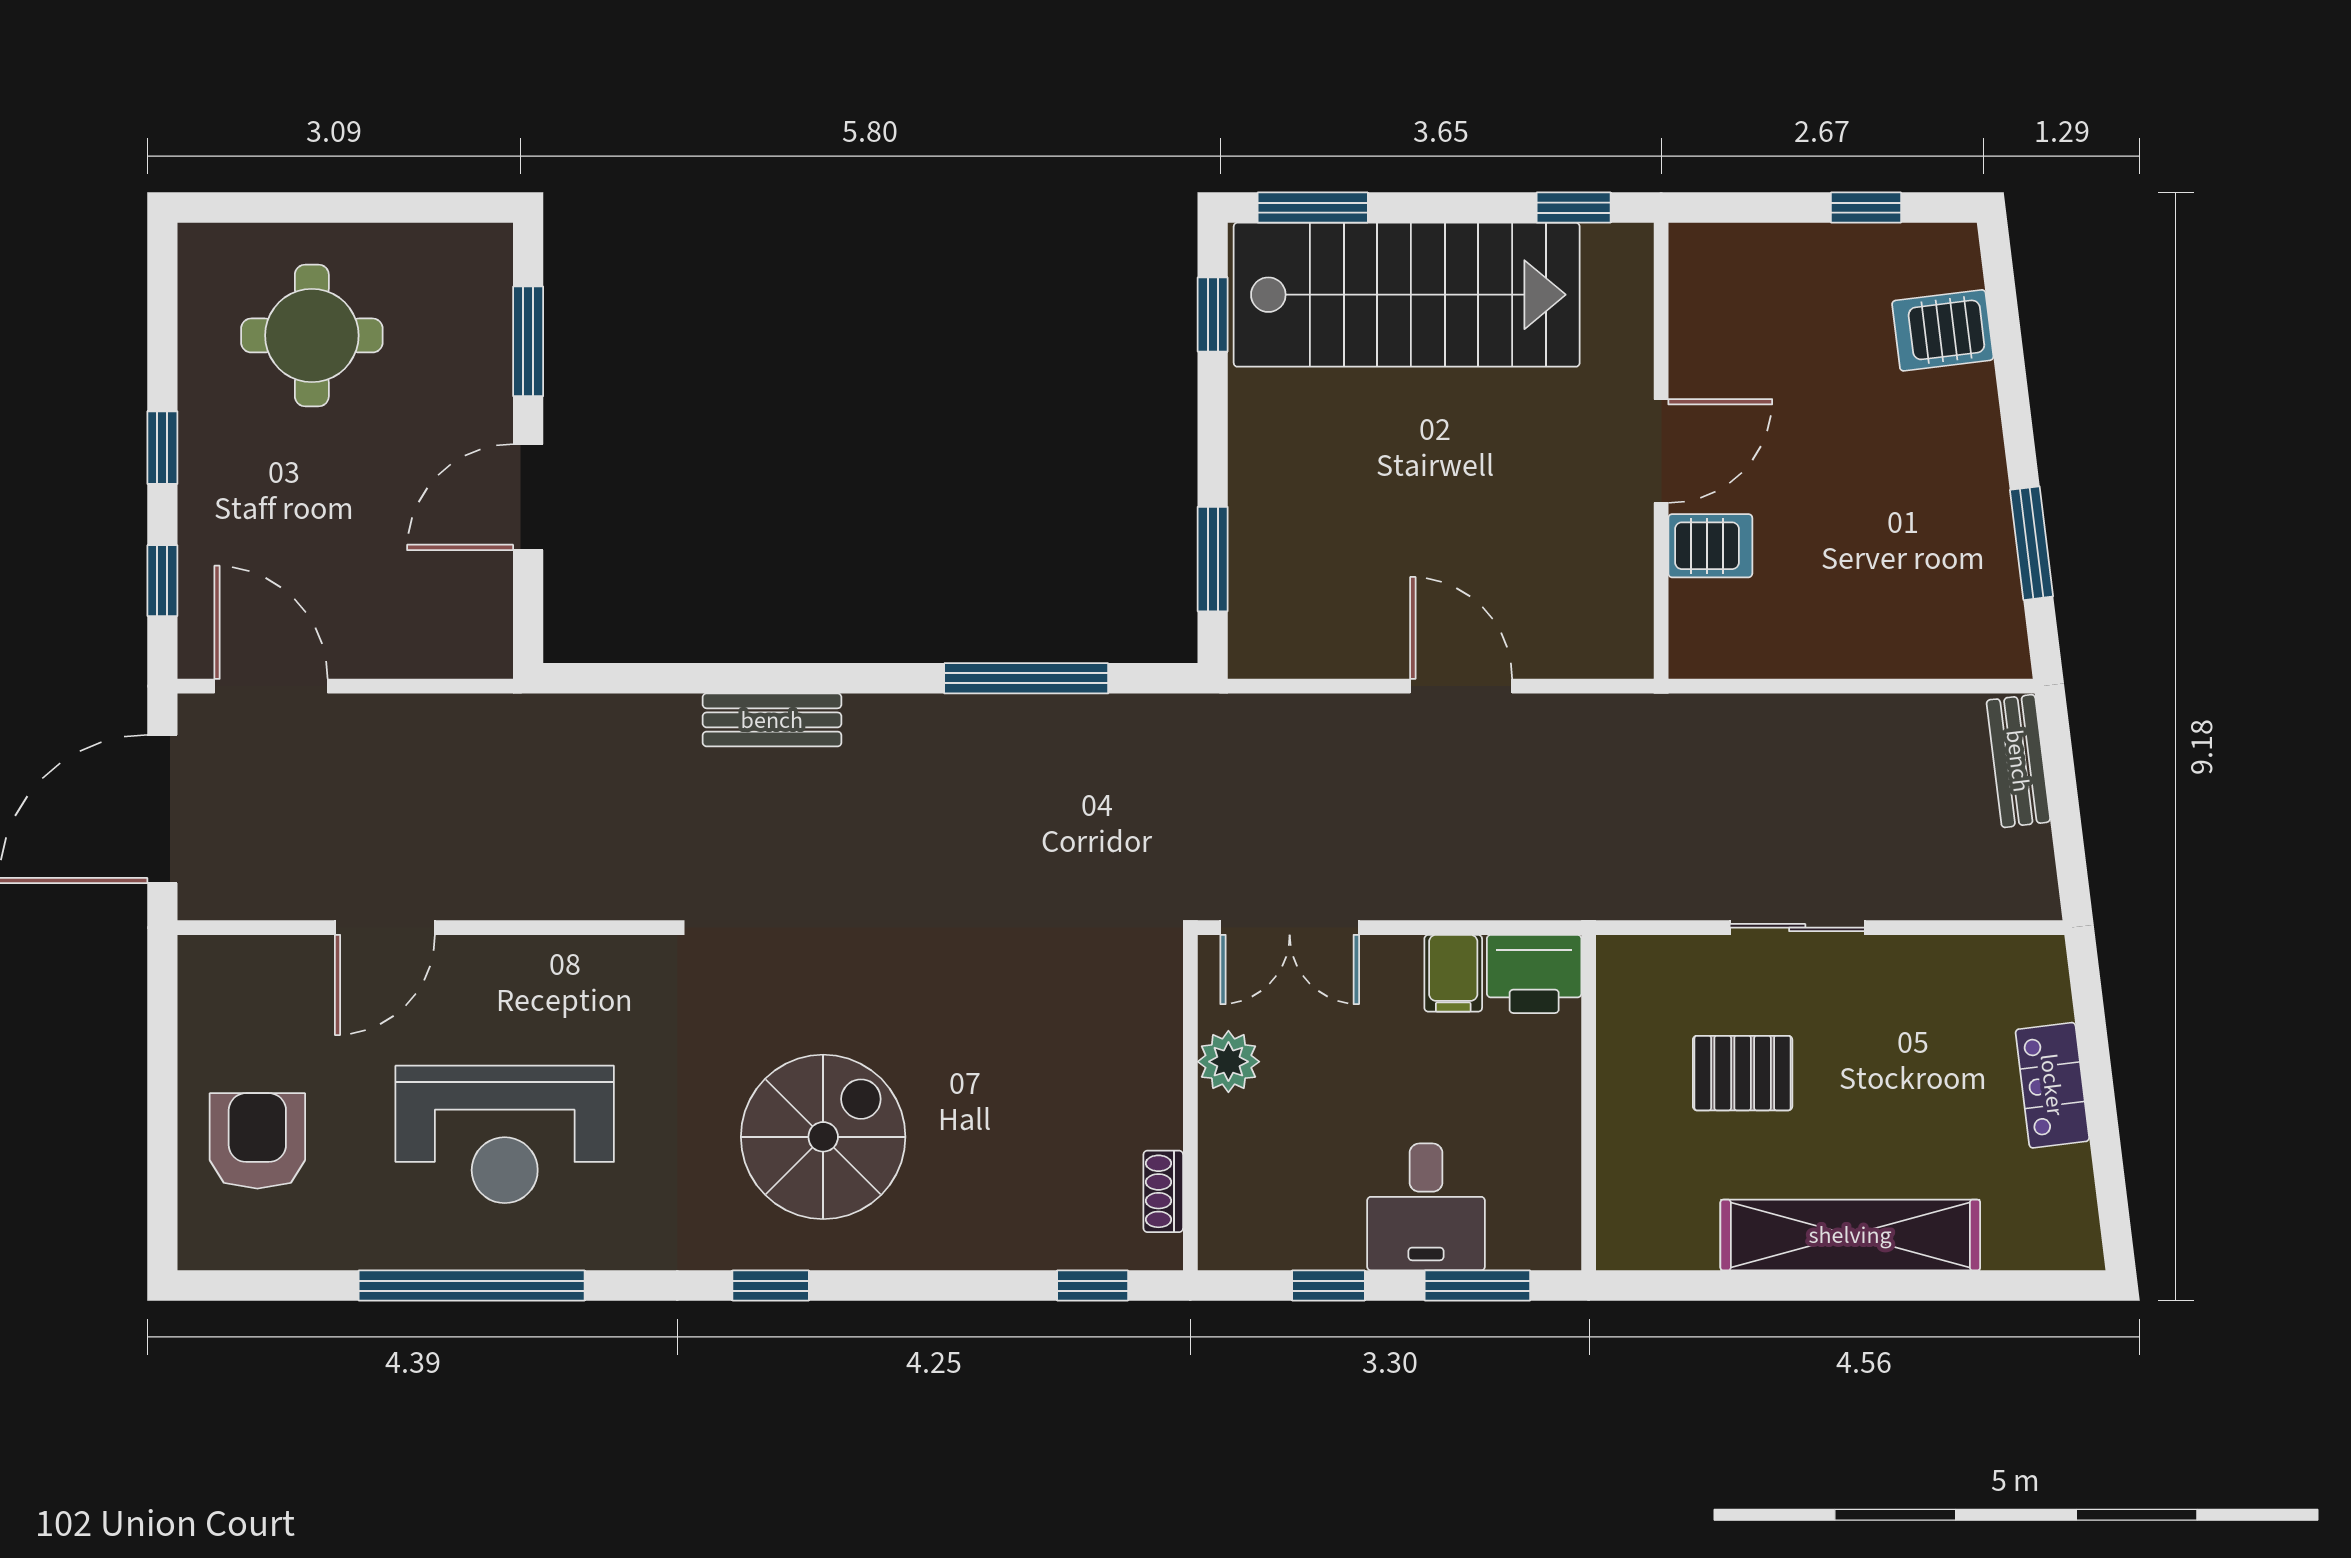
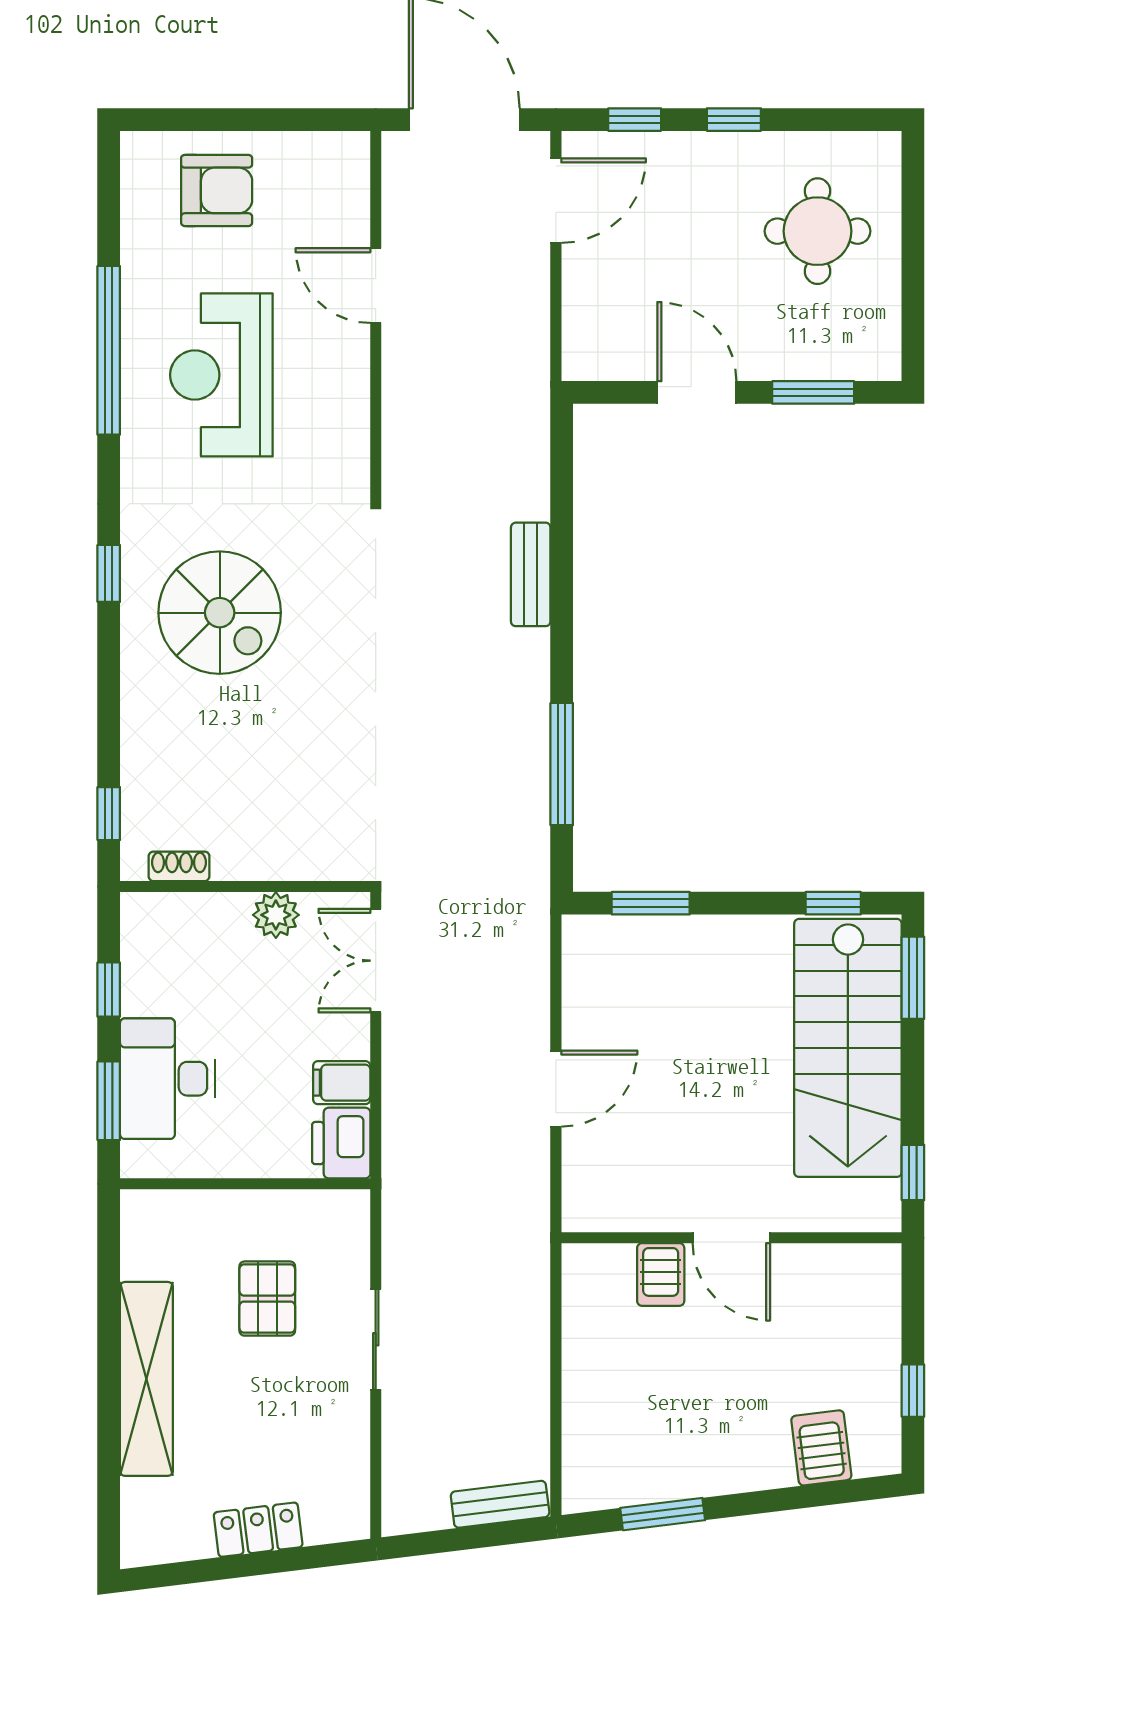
desk: (1426, 1207) -> (167, 1079), width x1.37

